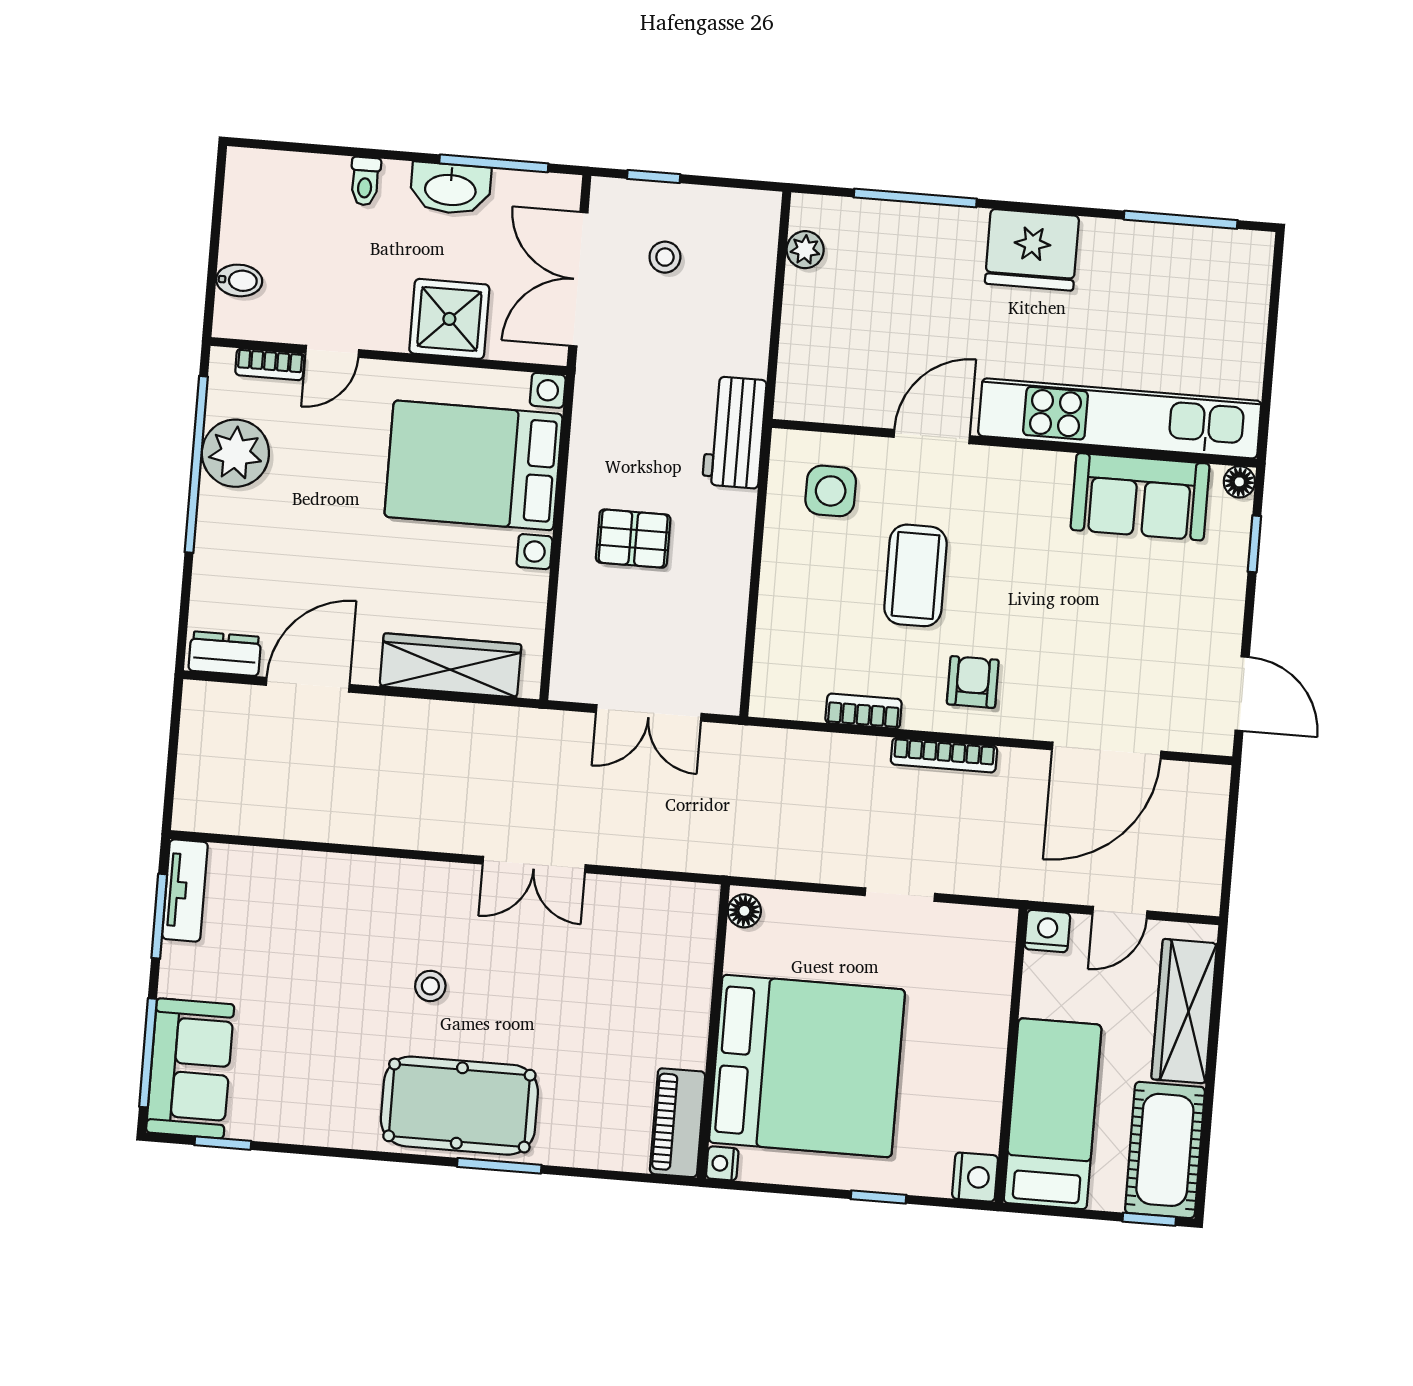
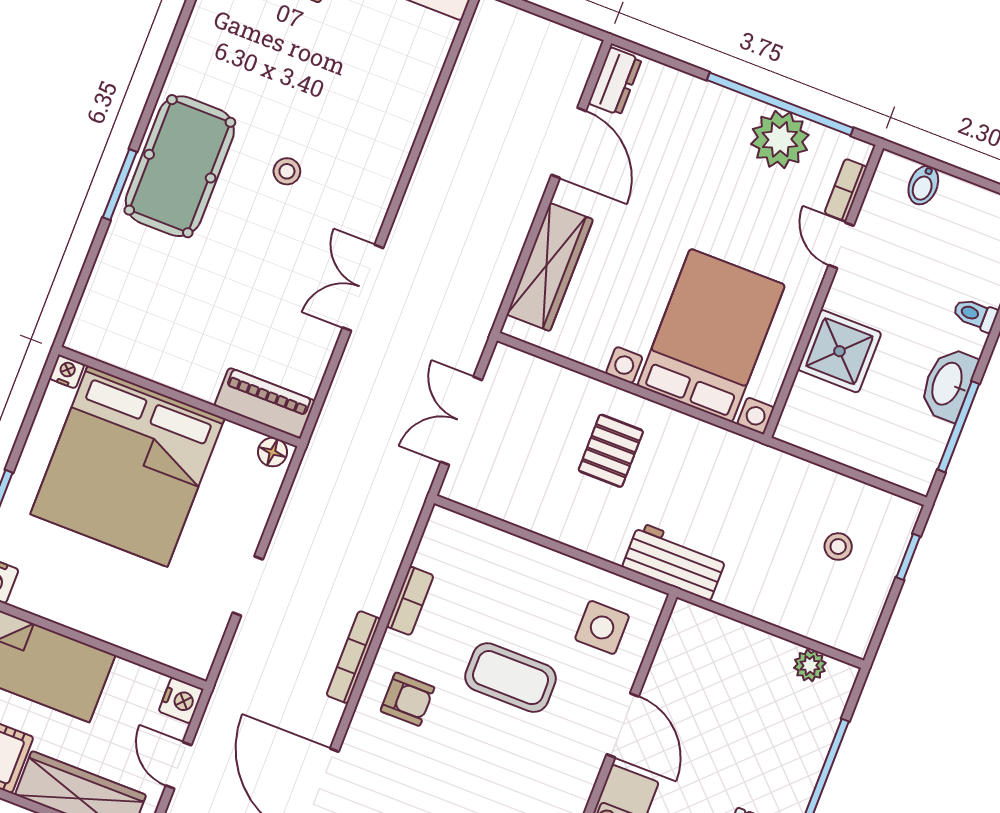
double door: (578, 279) -> (841, 469), removed
piano: (678, 1123) -> (265, 403), moved

